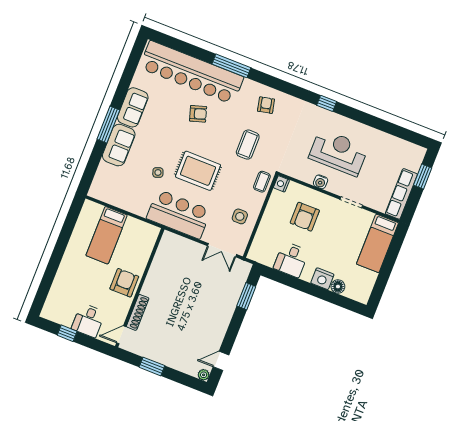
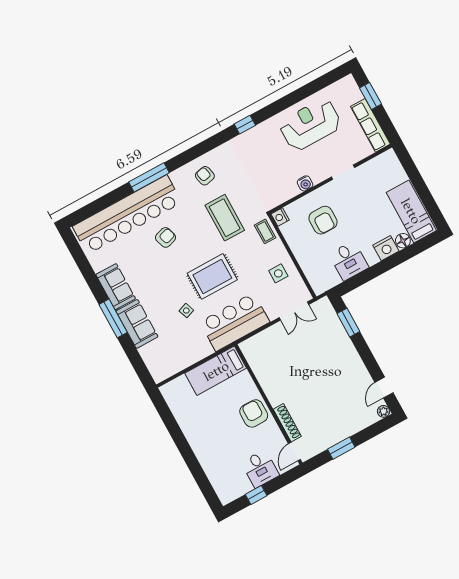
coffee table: (248, 145) -> (225, 218), width x1.36, depth x1.32
reception desk: (338, 152) -> (310, 125), moved
bed: (107, 235) -> (216, 371), moved, turned 90
bed: (377, 243) -> (411, 211), moved, turned 180

